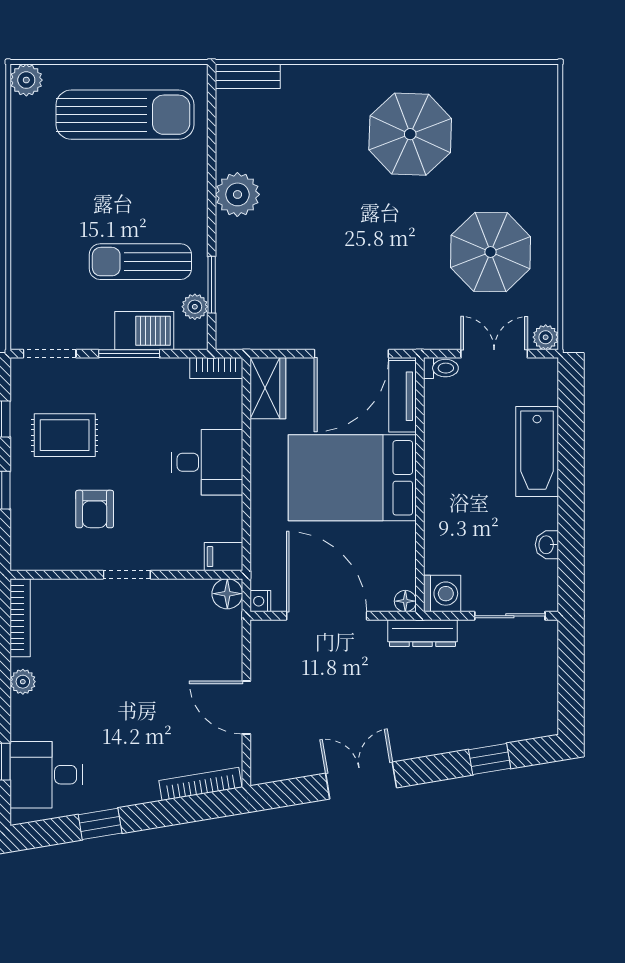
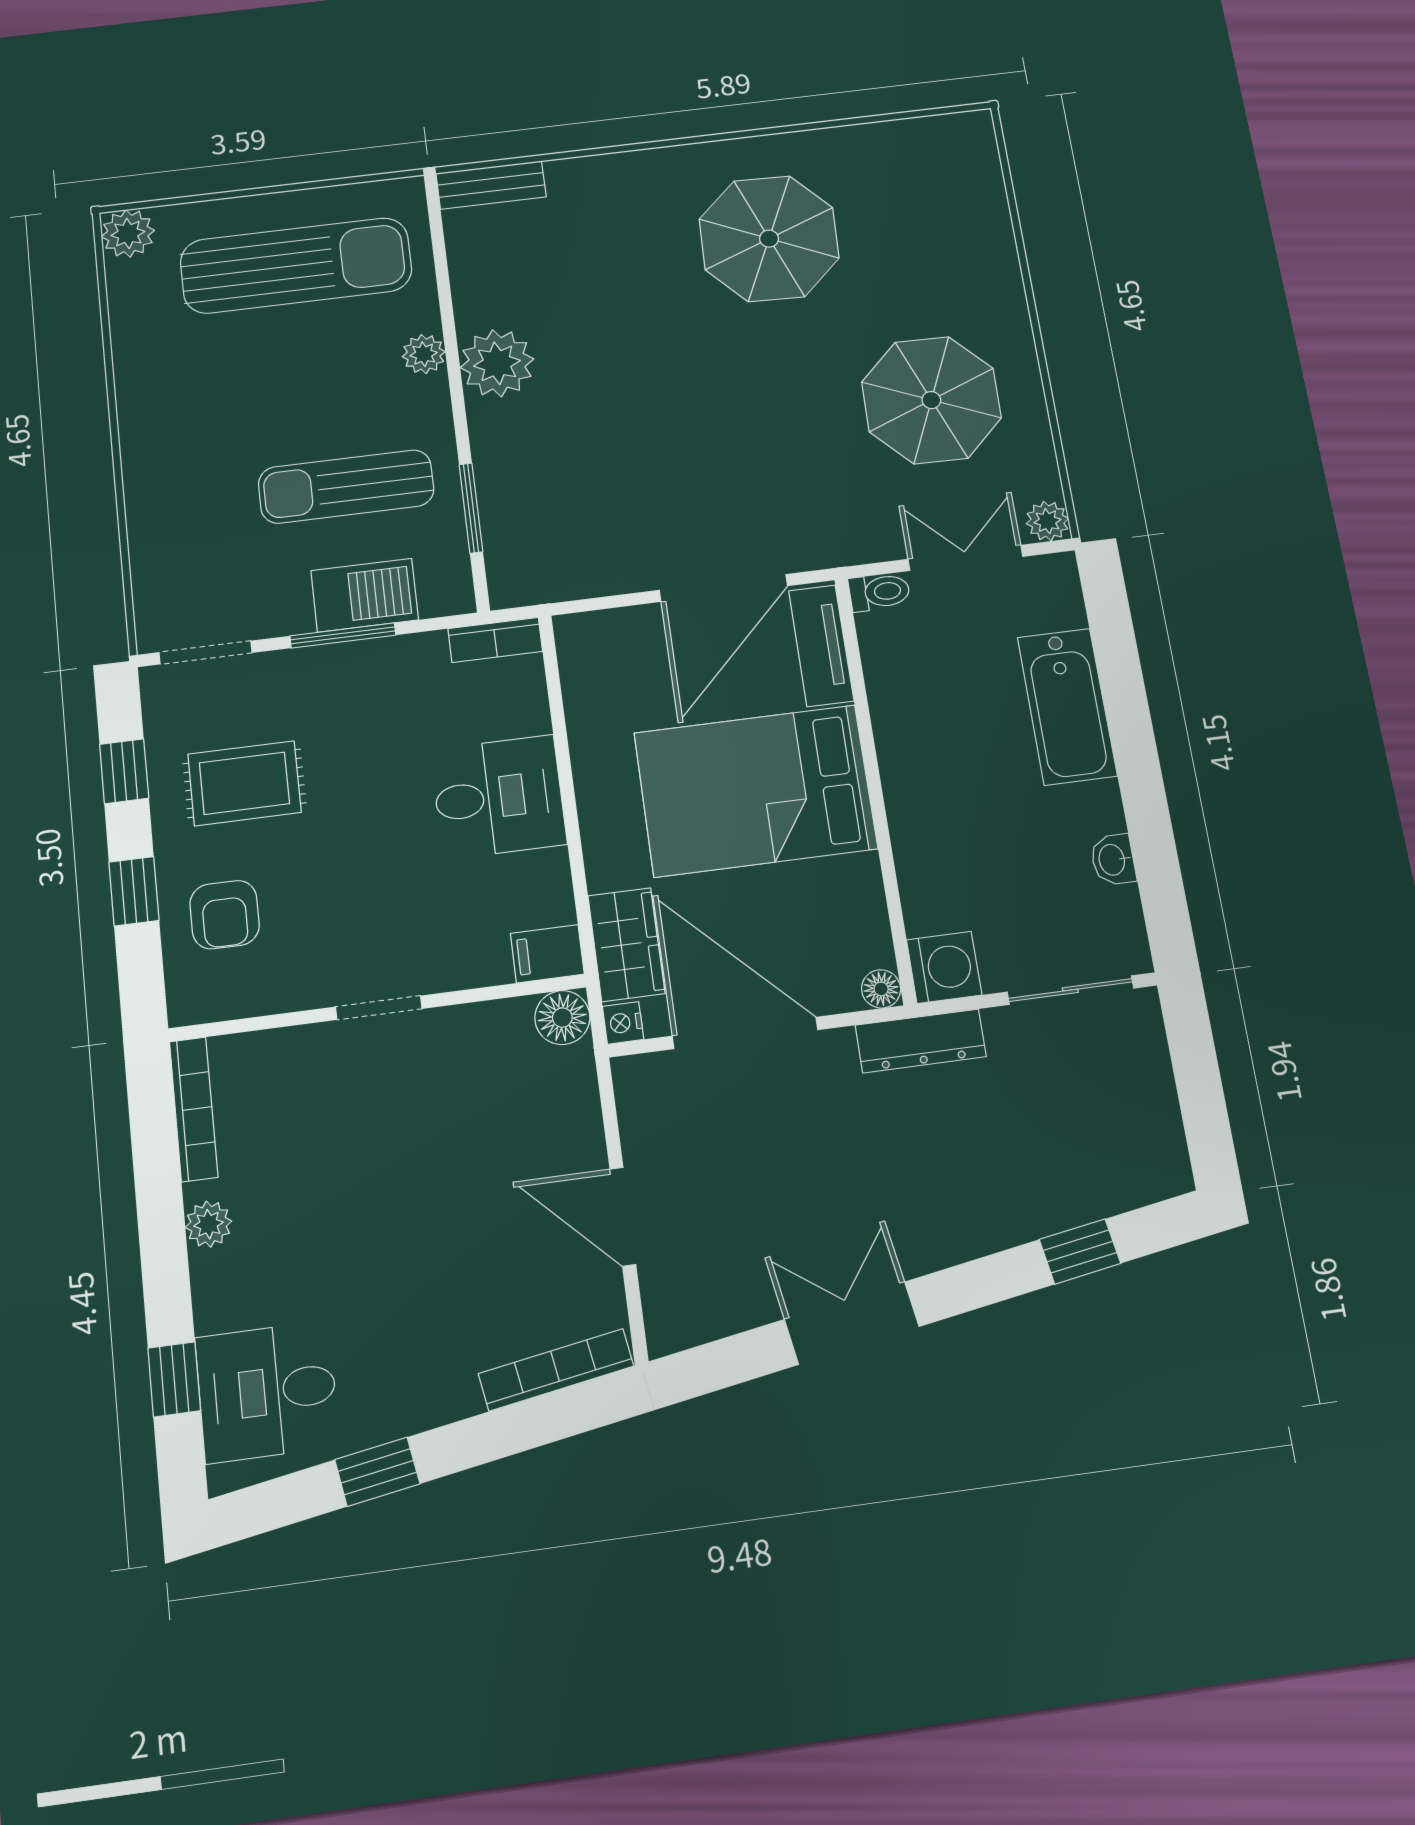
plant: (195, 307) -> (424, 354), moved
wardrobe: (268, 388) -> (626, 945), moved
armchair: (95, 509) -> (225, 915), moved

